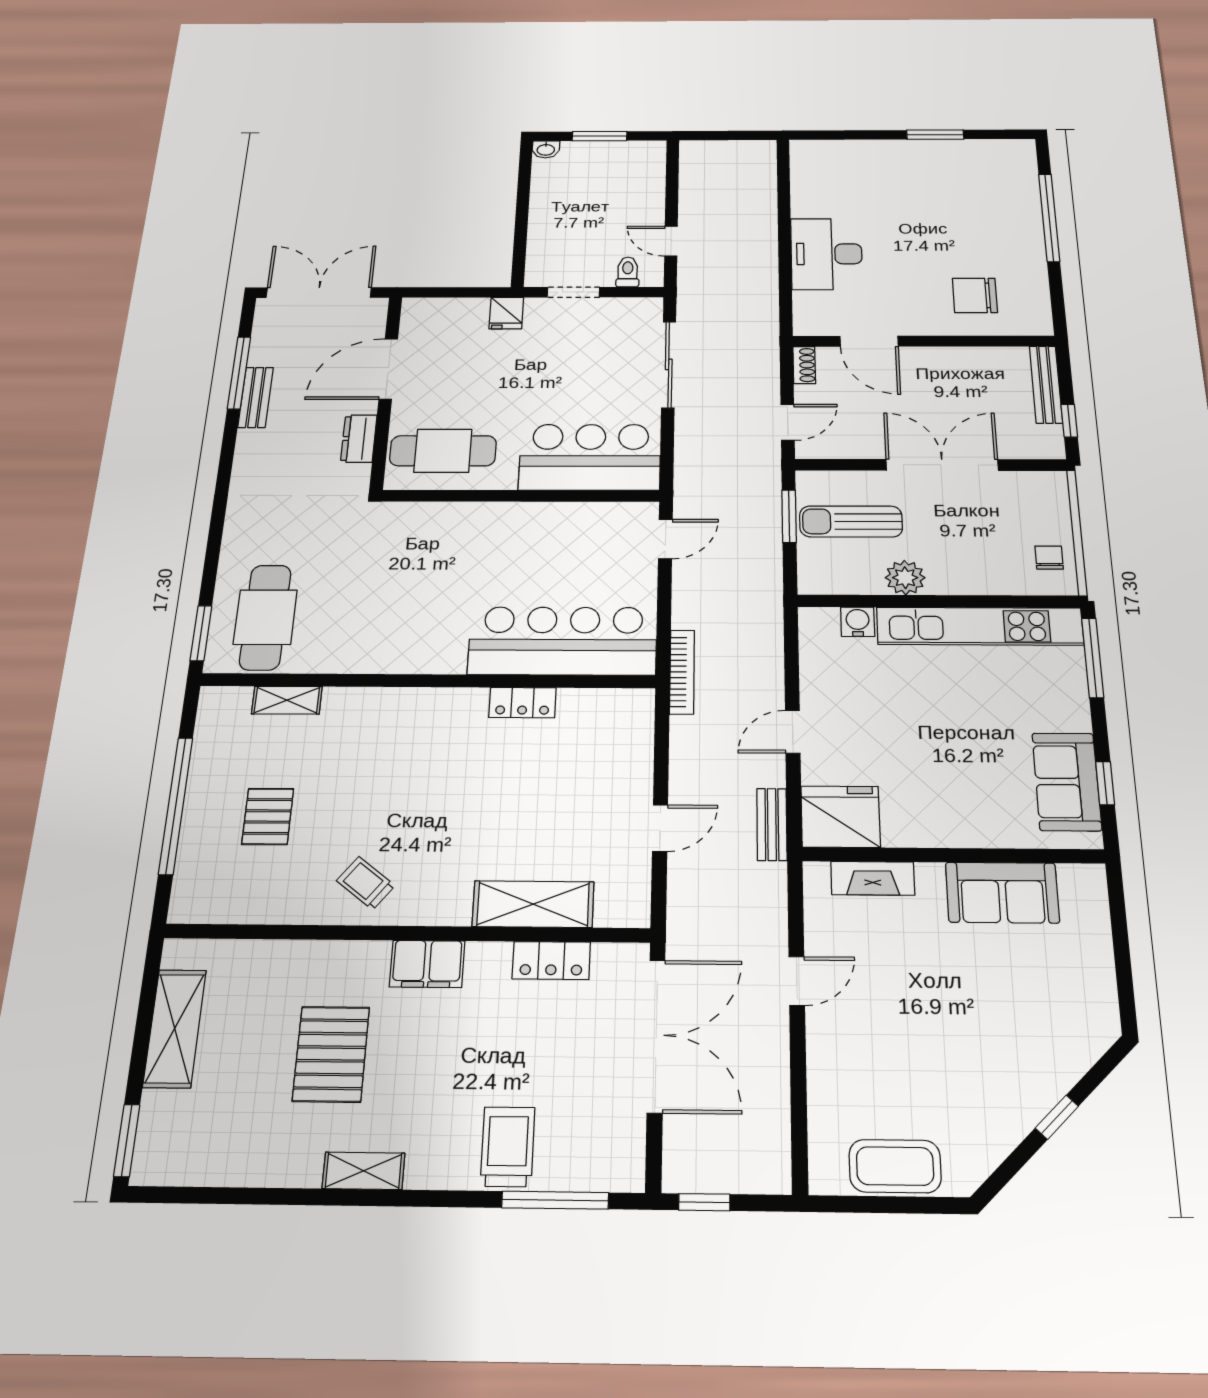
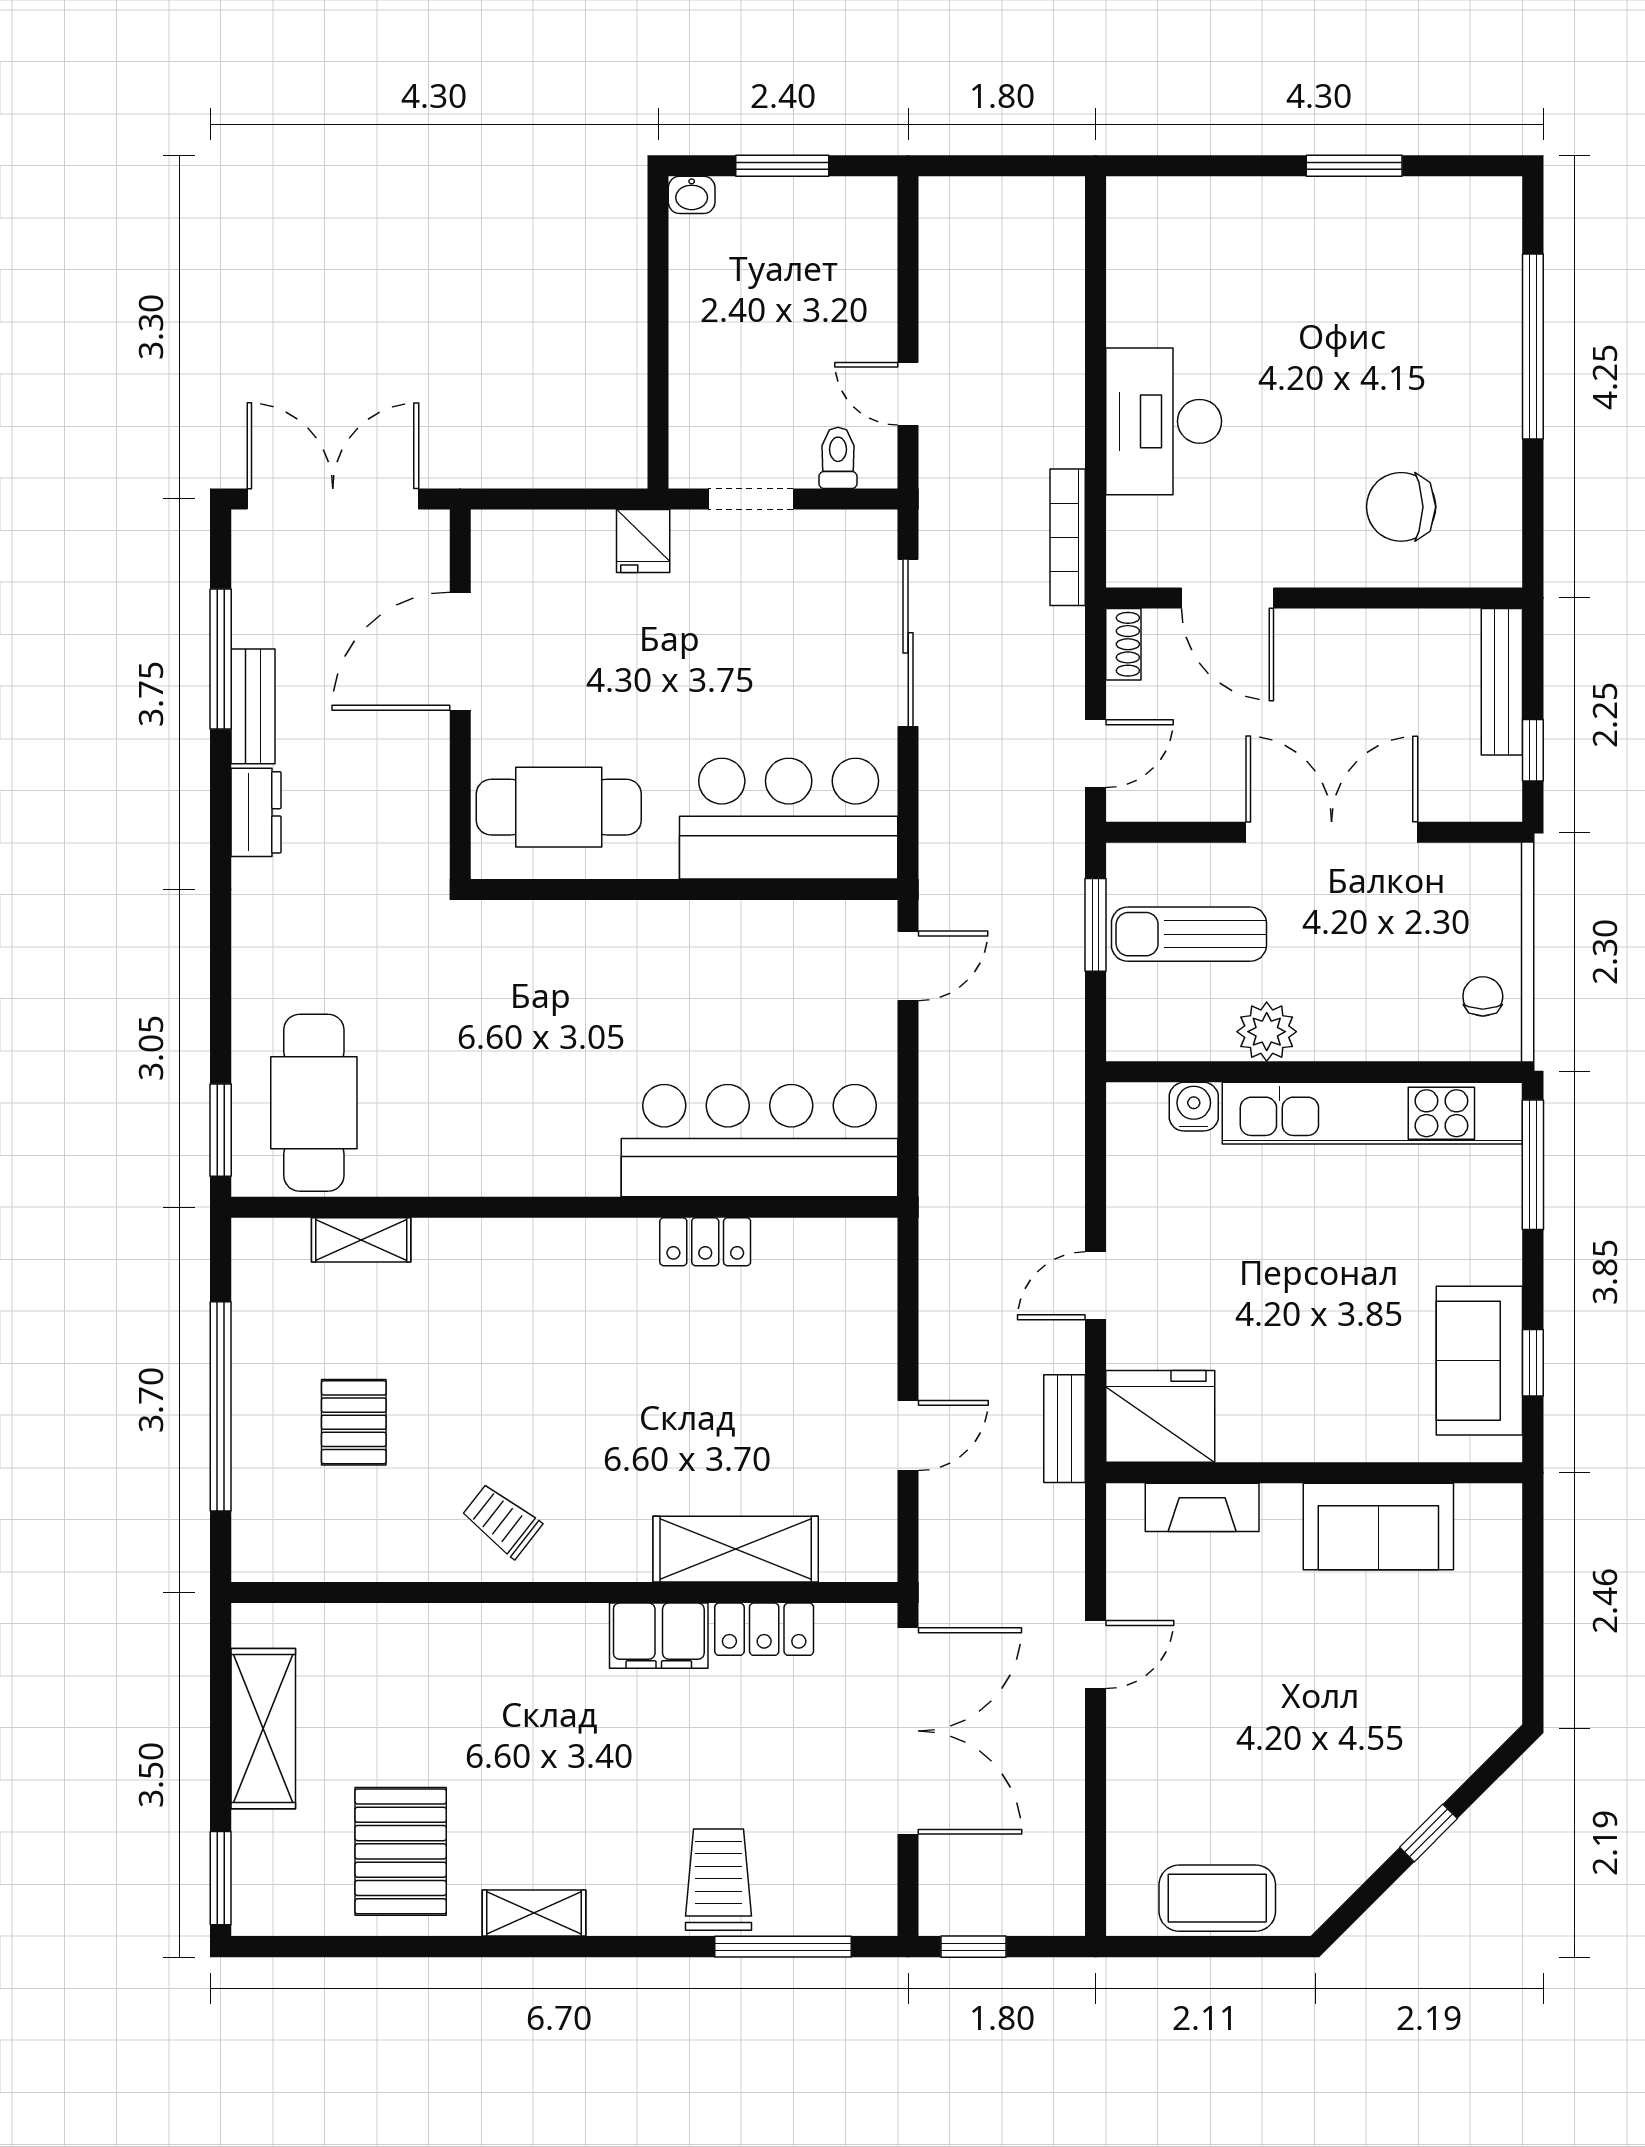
dresser: (359, 439) -> (256, 812), moved, turned 180
bookcase: (682, 672) -> (1068, 537), moved, turned 180
filing cabinet: (427, 964) -> (659, 1636), moved
pallet: (331, 1054) -> (401, 1851), moved

